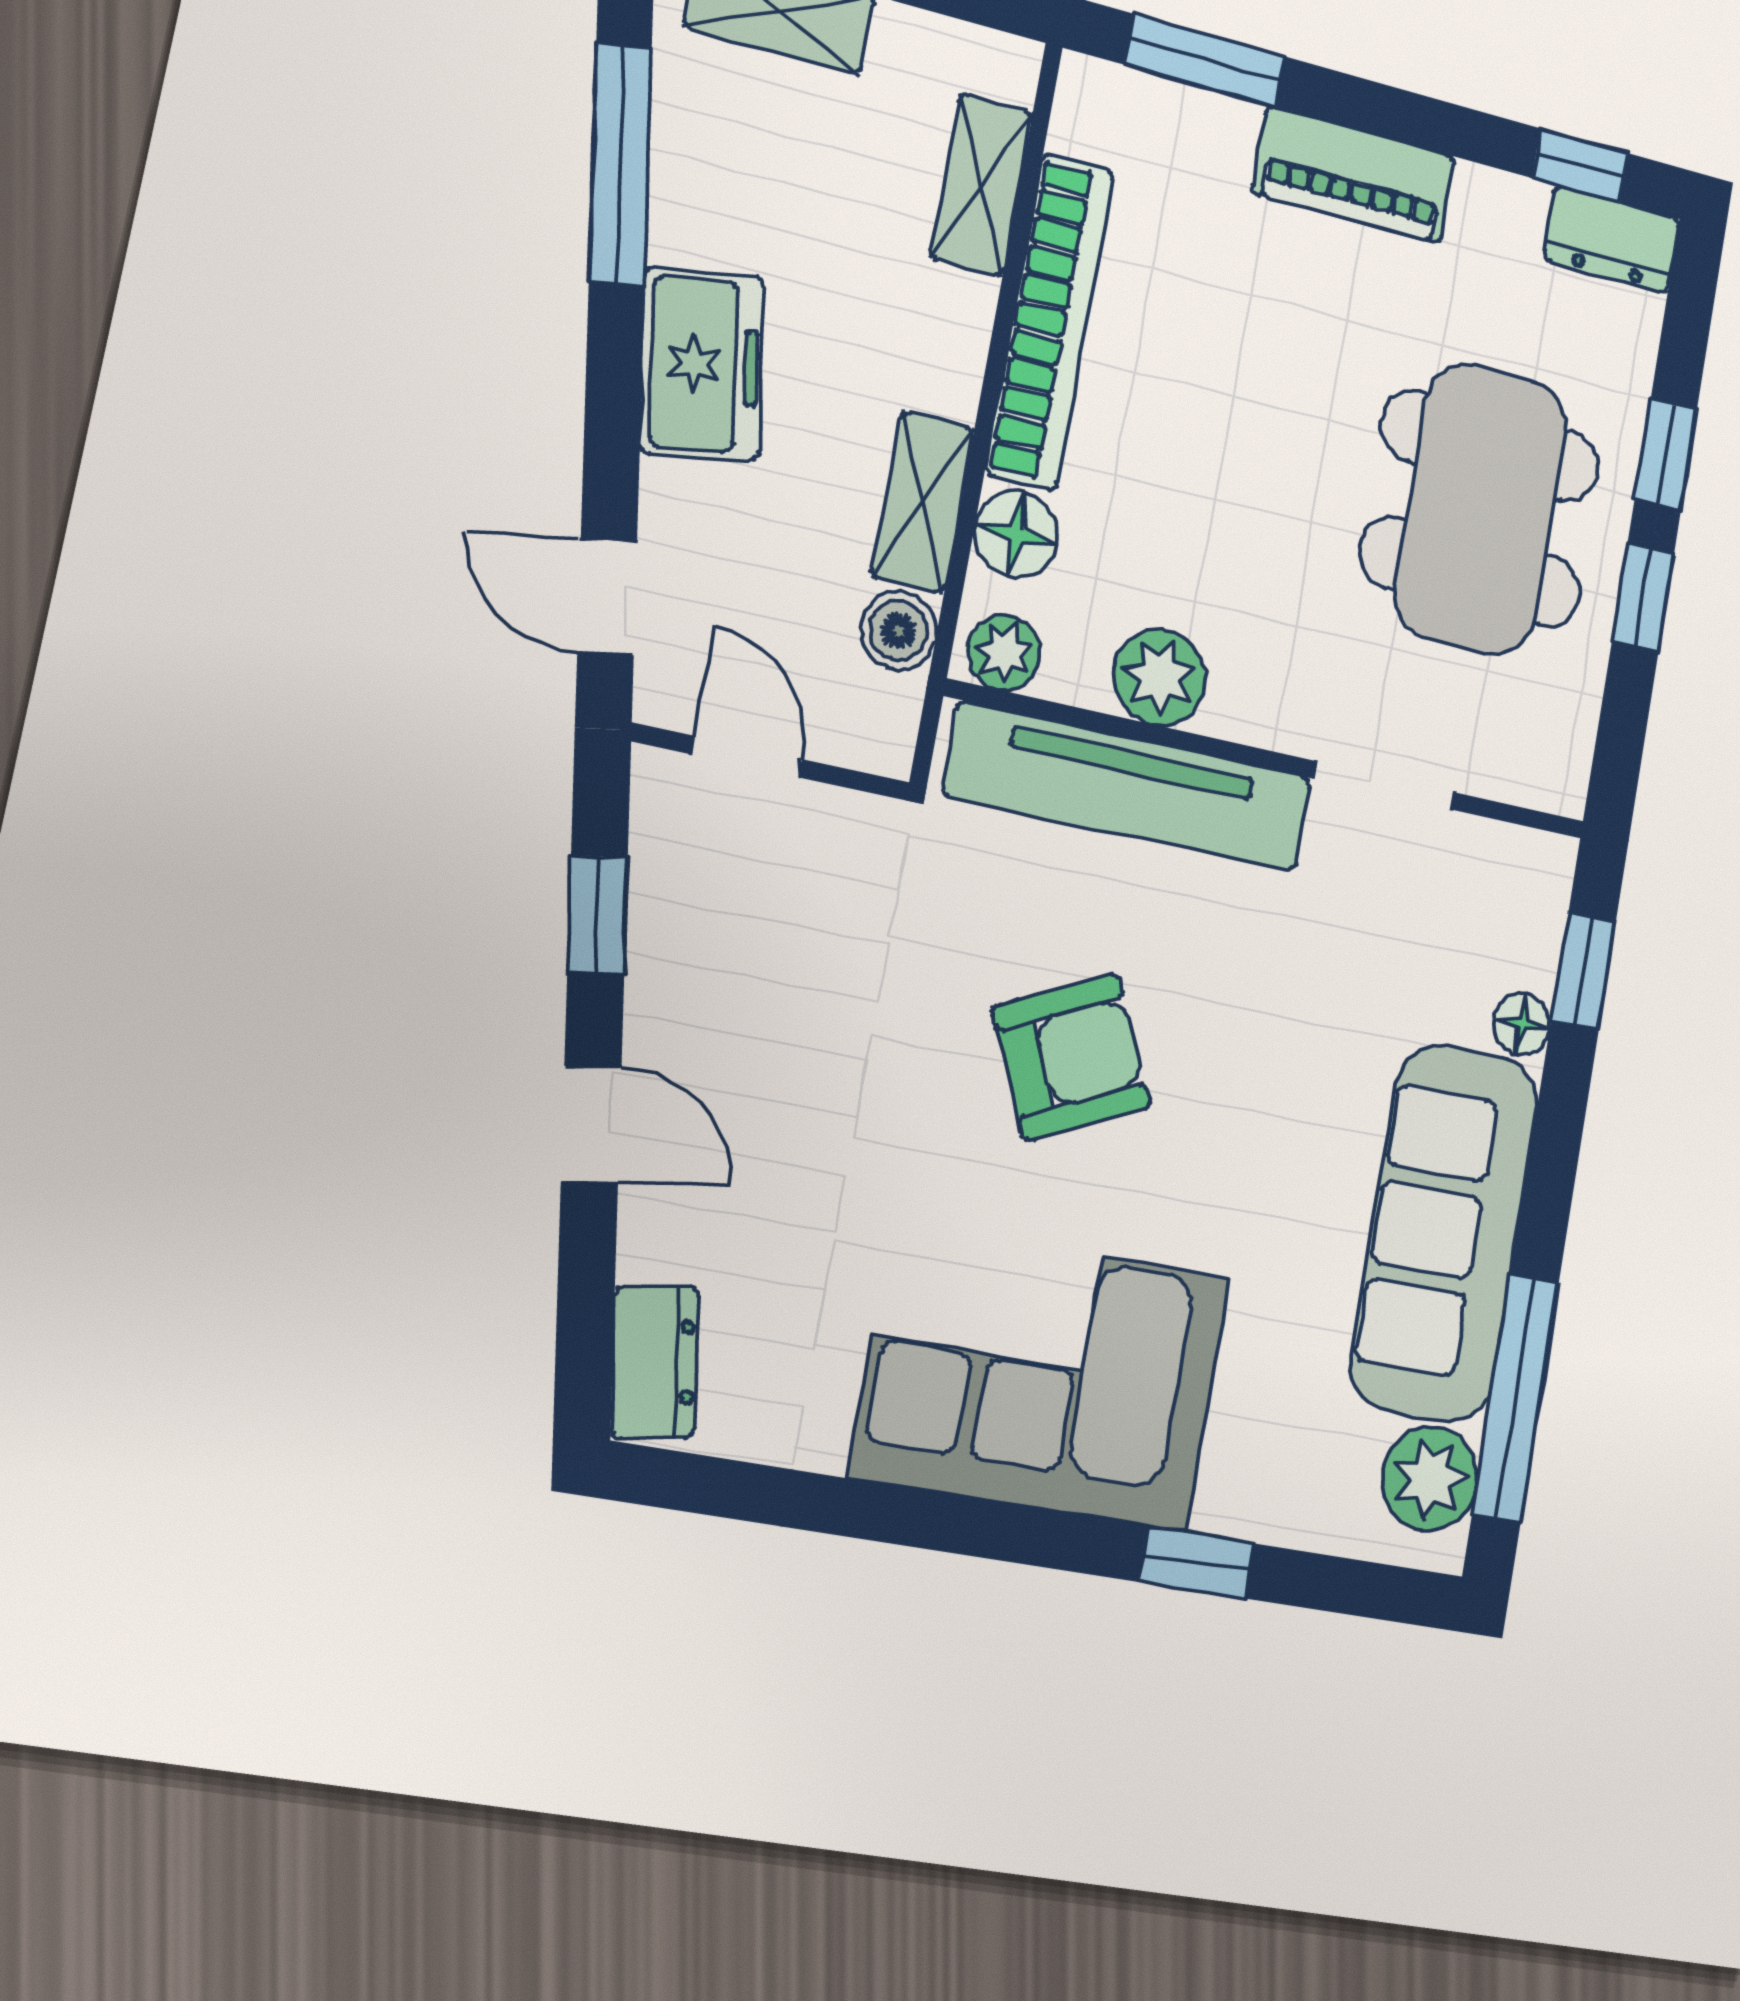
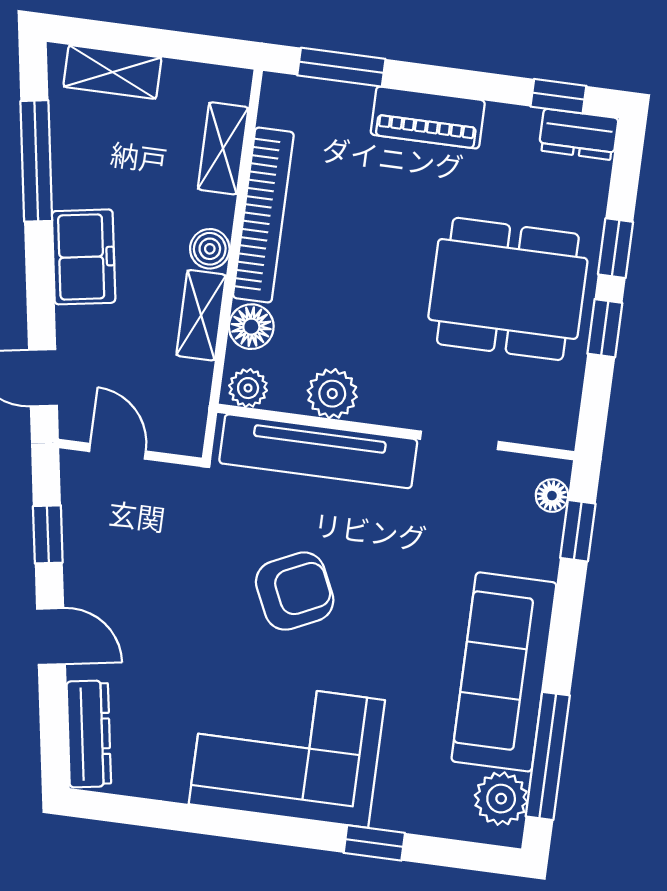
dining table: (1480, 509) -> (508, 289), turned 90
boiler: (899, 631) -> (210, 249), moved
floor lamp: (1522, 1024) -> (552, 496), moved
dresser: (655, 1362) -> (89, 734), width x1.44

